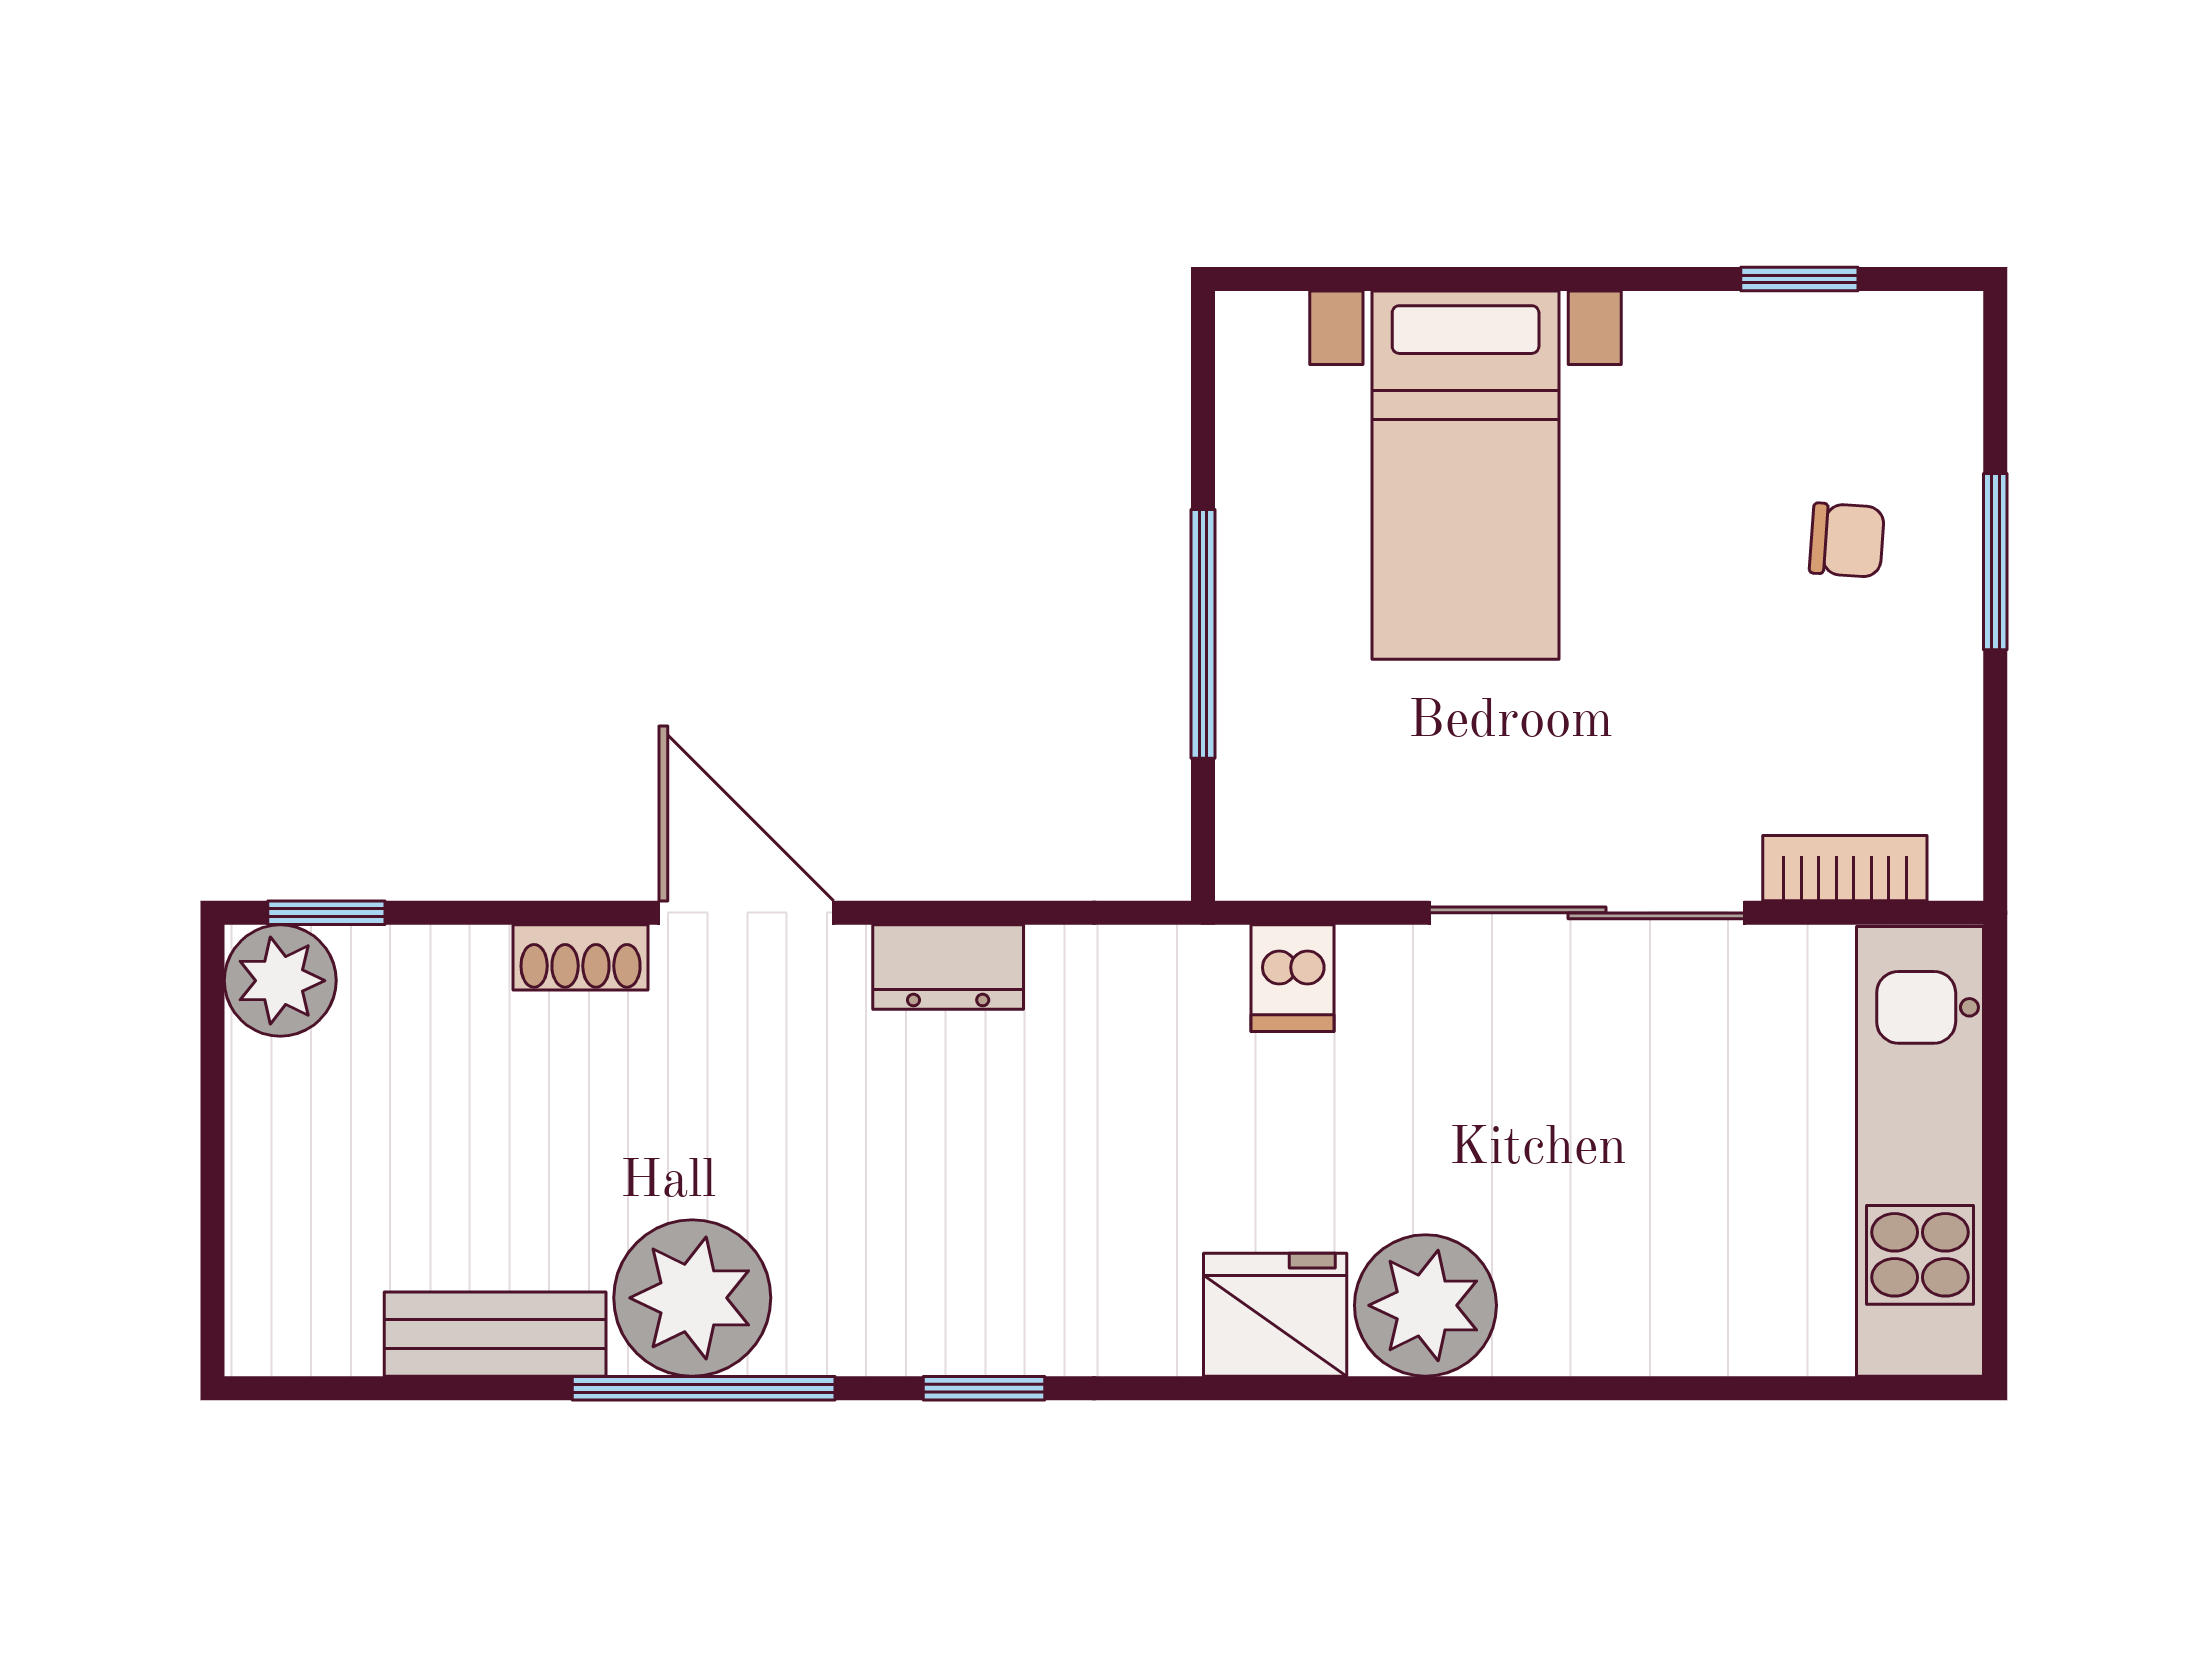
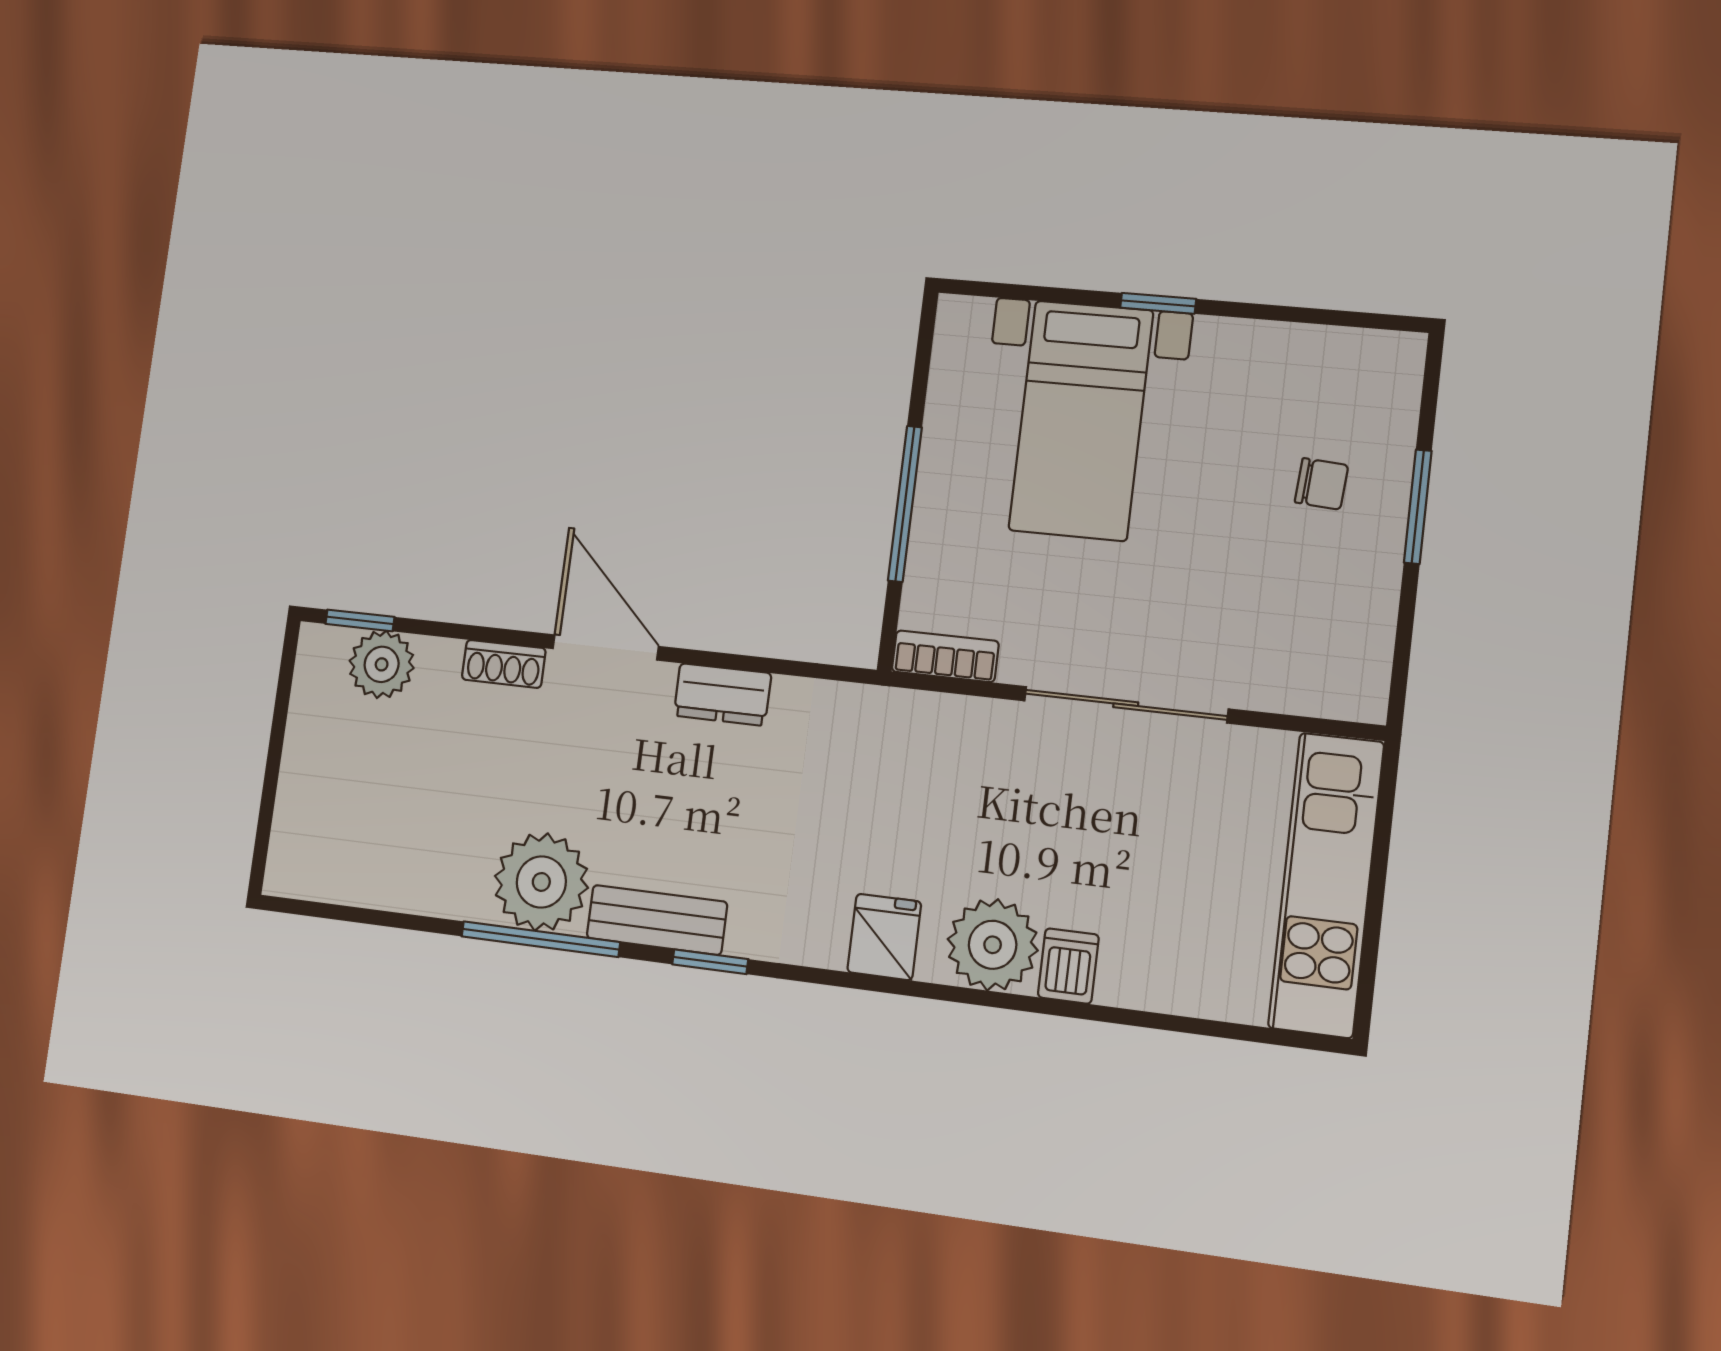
window: (1799, 279) -> (1158, 303), moved
bookcase: (1845, 868) -> (945, 656), moved
dishwasher: (1292, 978) -> (1068, 966), moved, turned 180
plant: (280, 981) -> (382, 664), moved
fridge: (1275, 1315) -> (884, 937), width x0.72
bench: (495, 1334) -> (657, 920), moved

